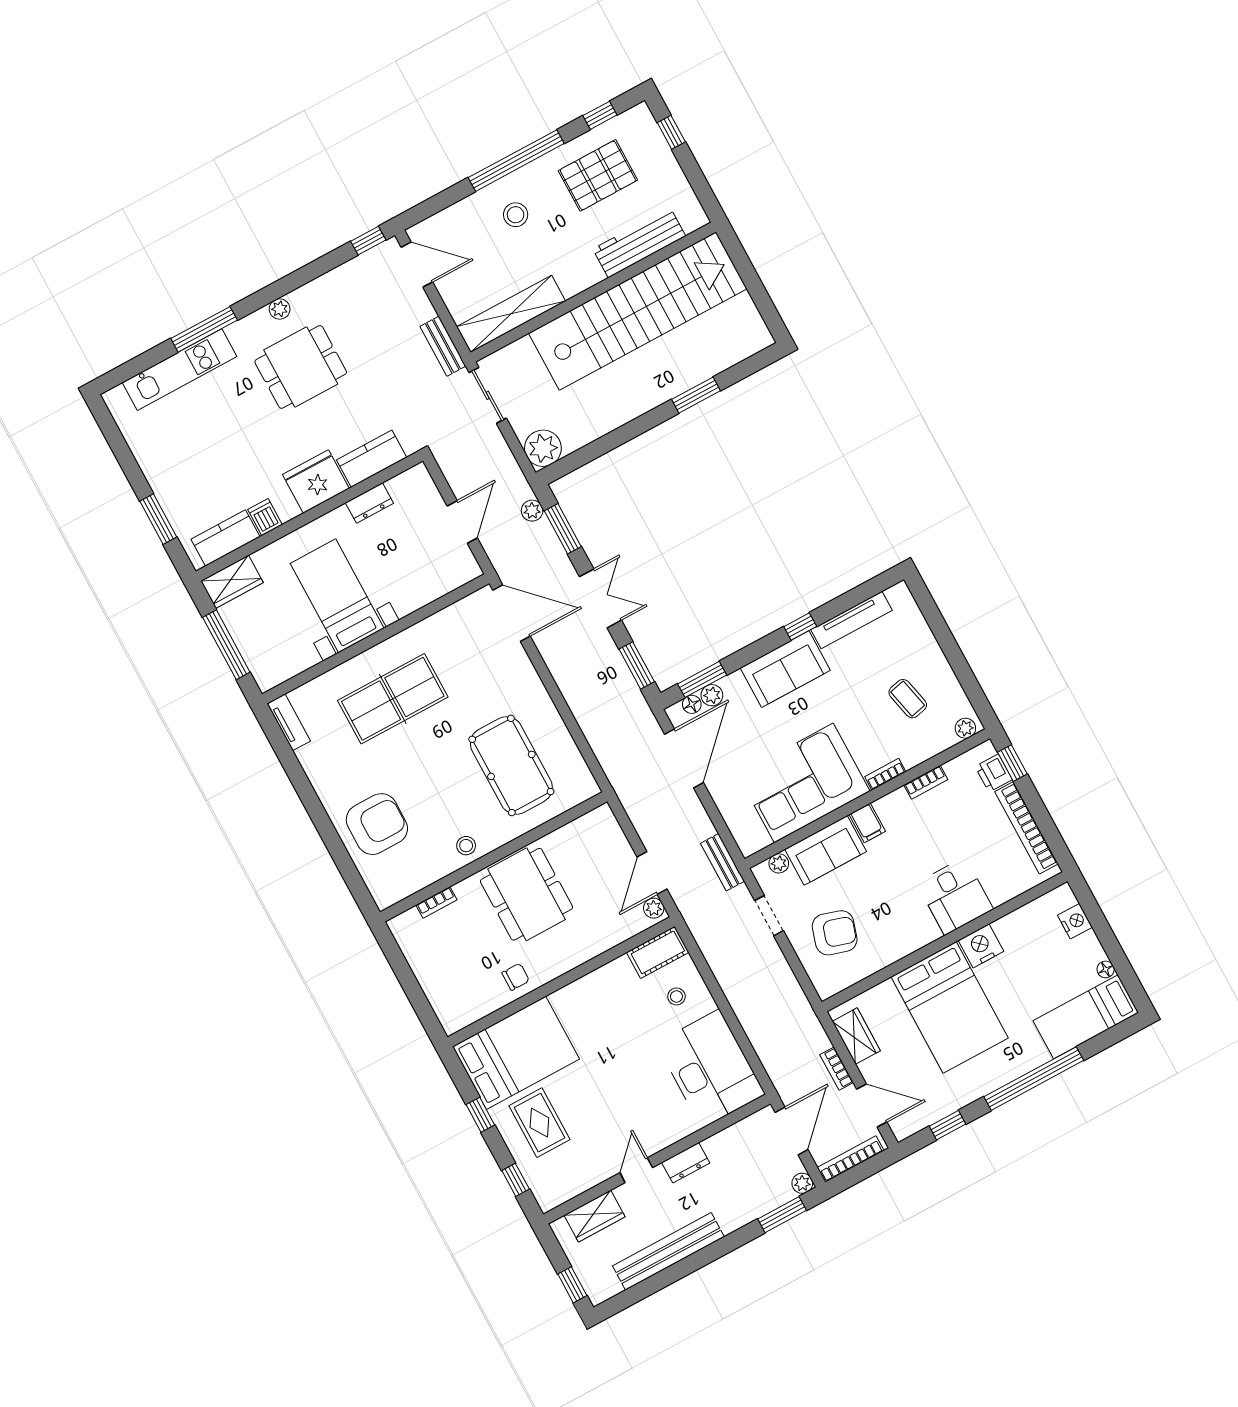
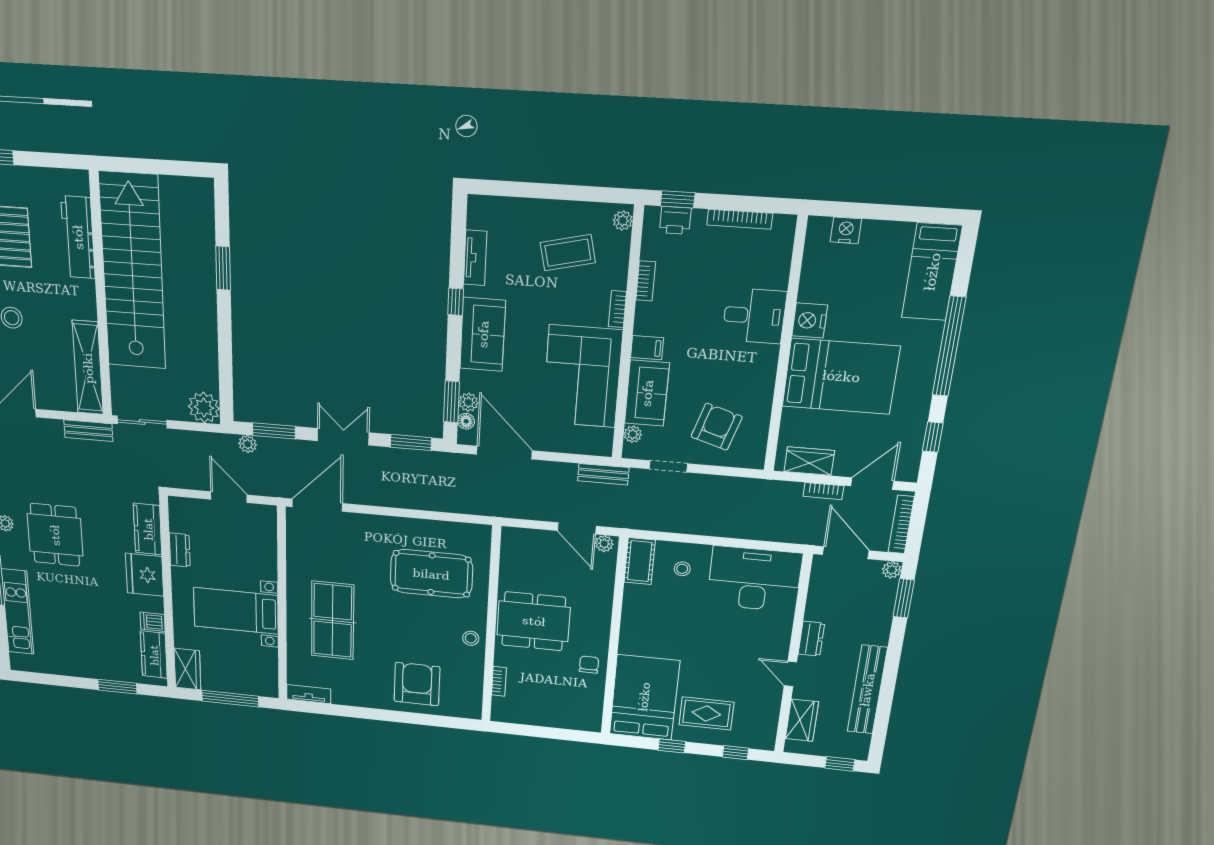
tv unit: (852, 620) -> (475, 258), width x0.71
coffee table: (908, 699) -> (568, 253), width x1.36, depth x1.30
bookcase: (1026, 828) -> (740, 219), width x0.68, depth x0.76
floor lamp: (1106, 969) -> (905, 230), removed

